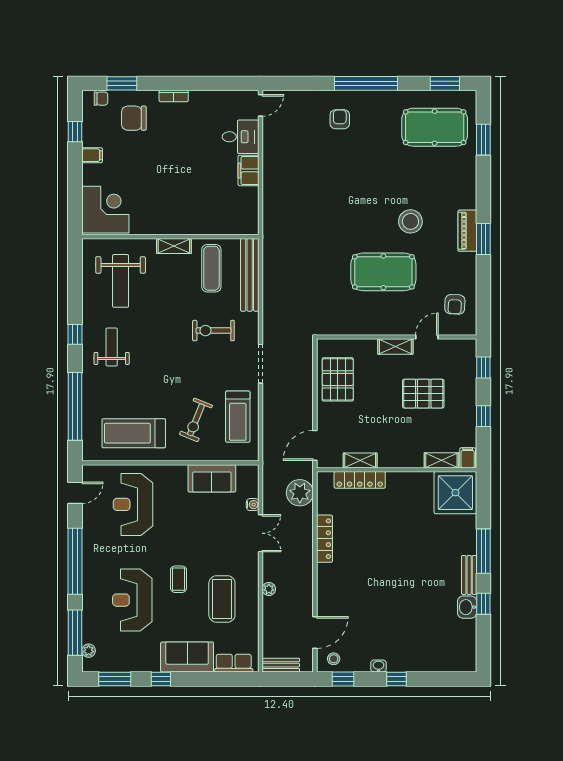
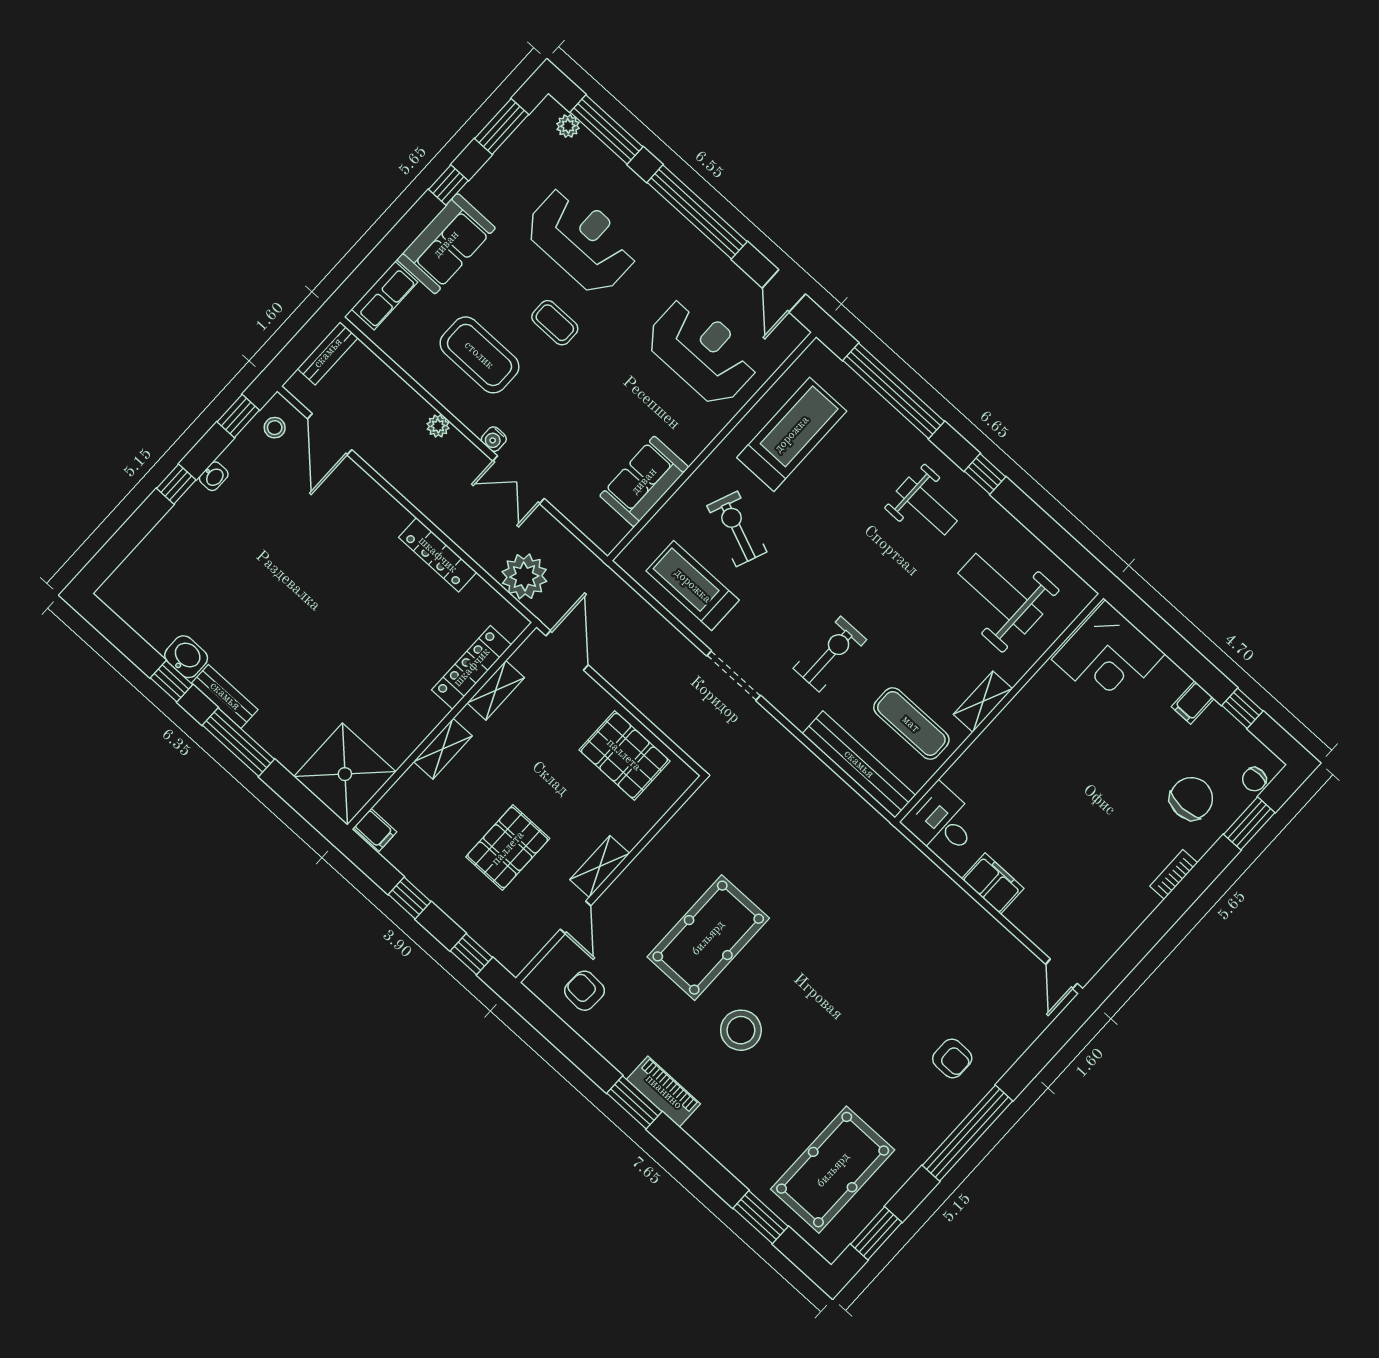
desk: (241, 137) -> (942, 822), moved, turned 90
shelving: (441, 460) -> (443, 749), moved
water cooler: (253, 505) -> (494, 439), moved

